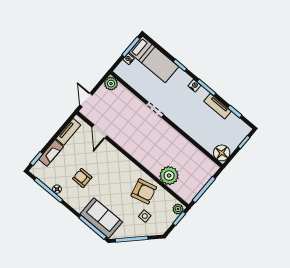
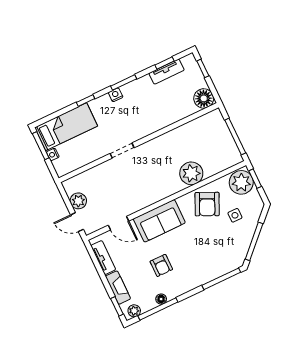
plant: (111, 84) -> (78, 201), moved
tv unit: (218, 106) -> (167, 72), moved
plant: (39, 173) -> (134, 311), added
plant: (169, 176) -> (191, 173), moved
armchair: (82, 178) -> (161, 265), turned -90
armchair: (144, 191) -> (207, 204), turned 129
plant: (178, 209) -> (241, 182), width x1.87, depth x1.87
sofa: (101, 218) -> (159, 221), moved, turned 180

